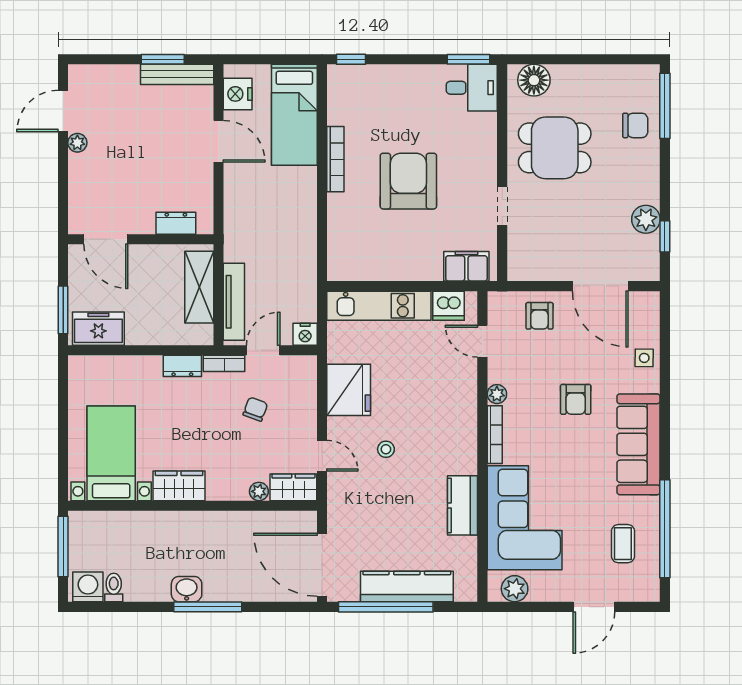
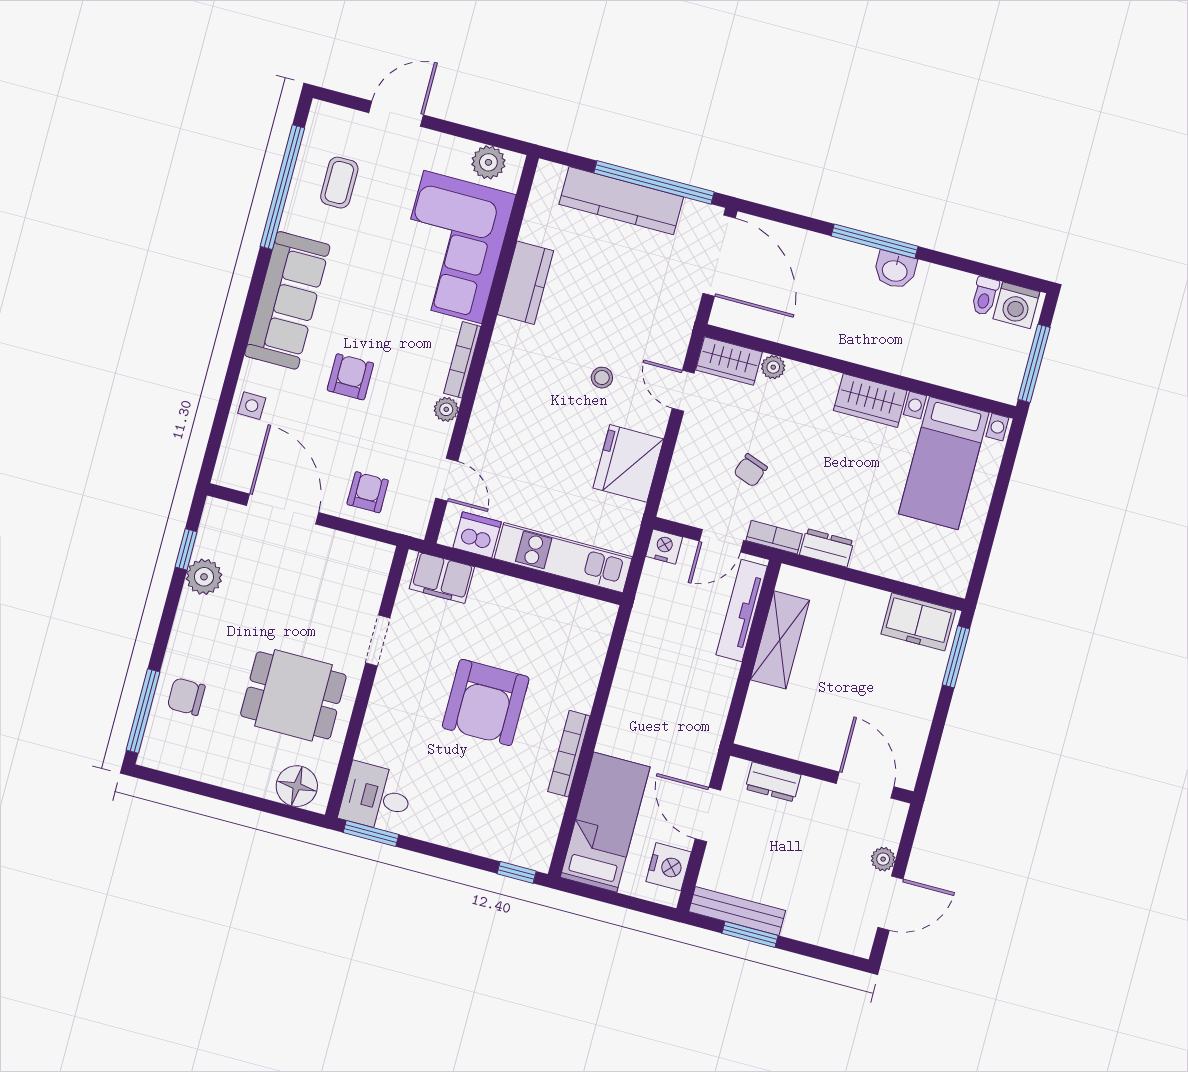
dresser: (176, 223) -> (773, 782), moved
door: (106, 239) -> (865, 785), moved
wall: (141, 239) -> (822, 774), moved

